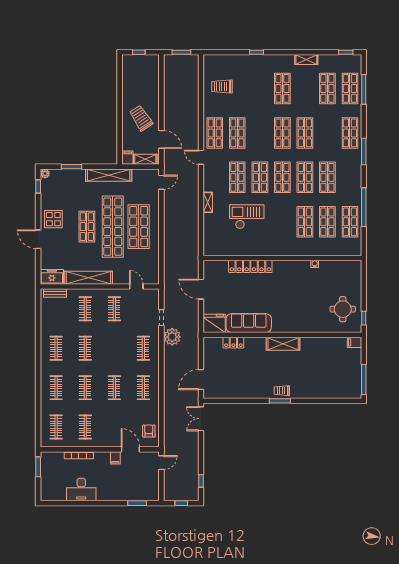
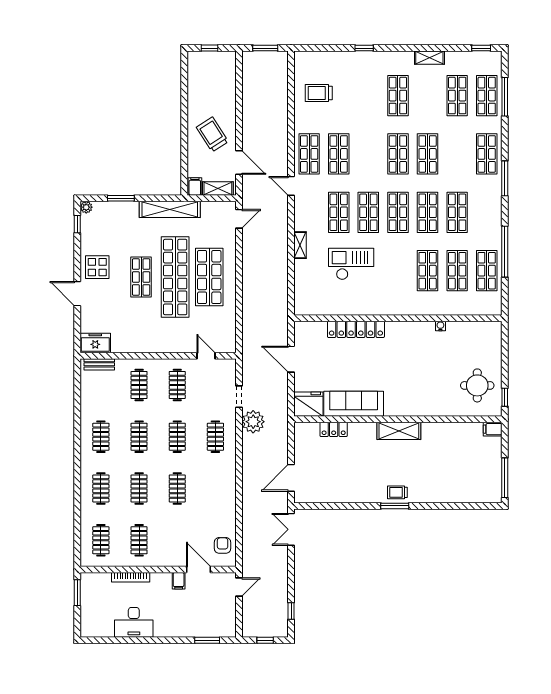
shelving: (88, 278) -> (143, 344), removed
clothes rail: (143, 388) -> (177, 437), moved

